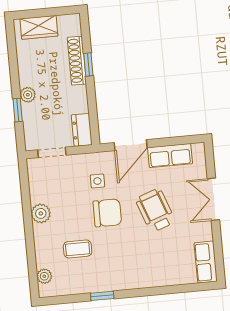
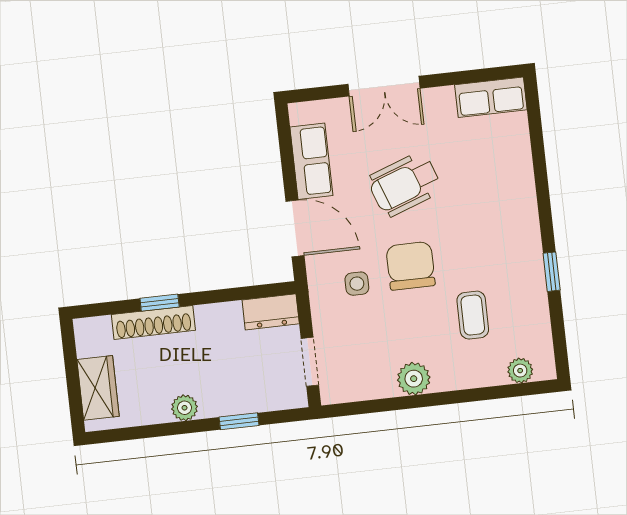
plant: (28, 95) -> (185, 408), moved

